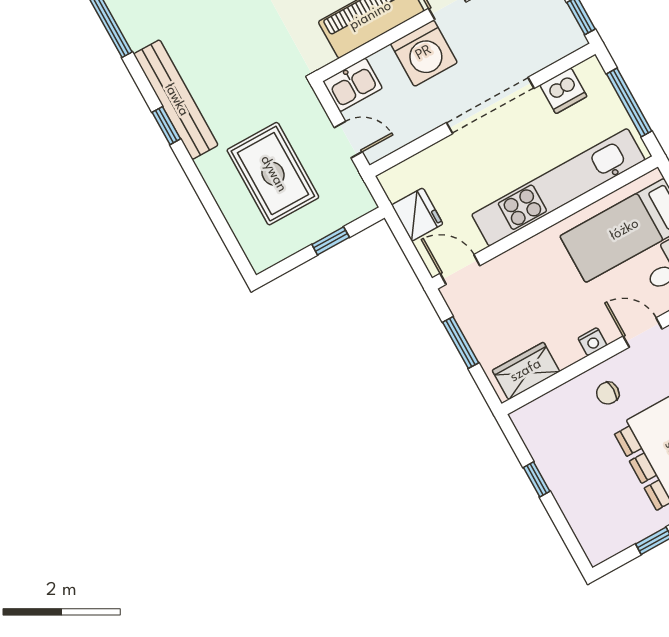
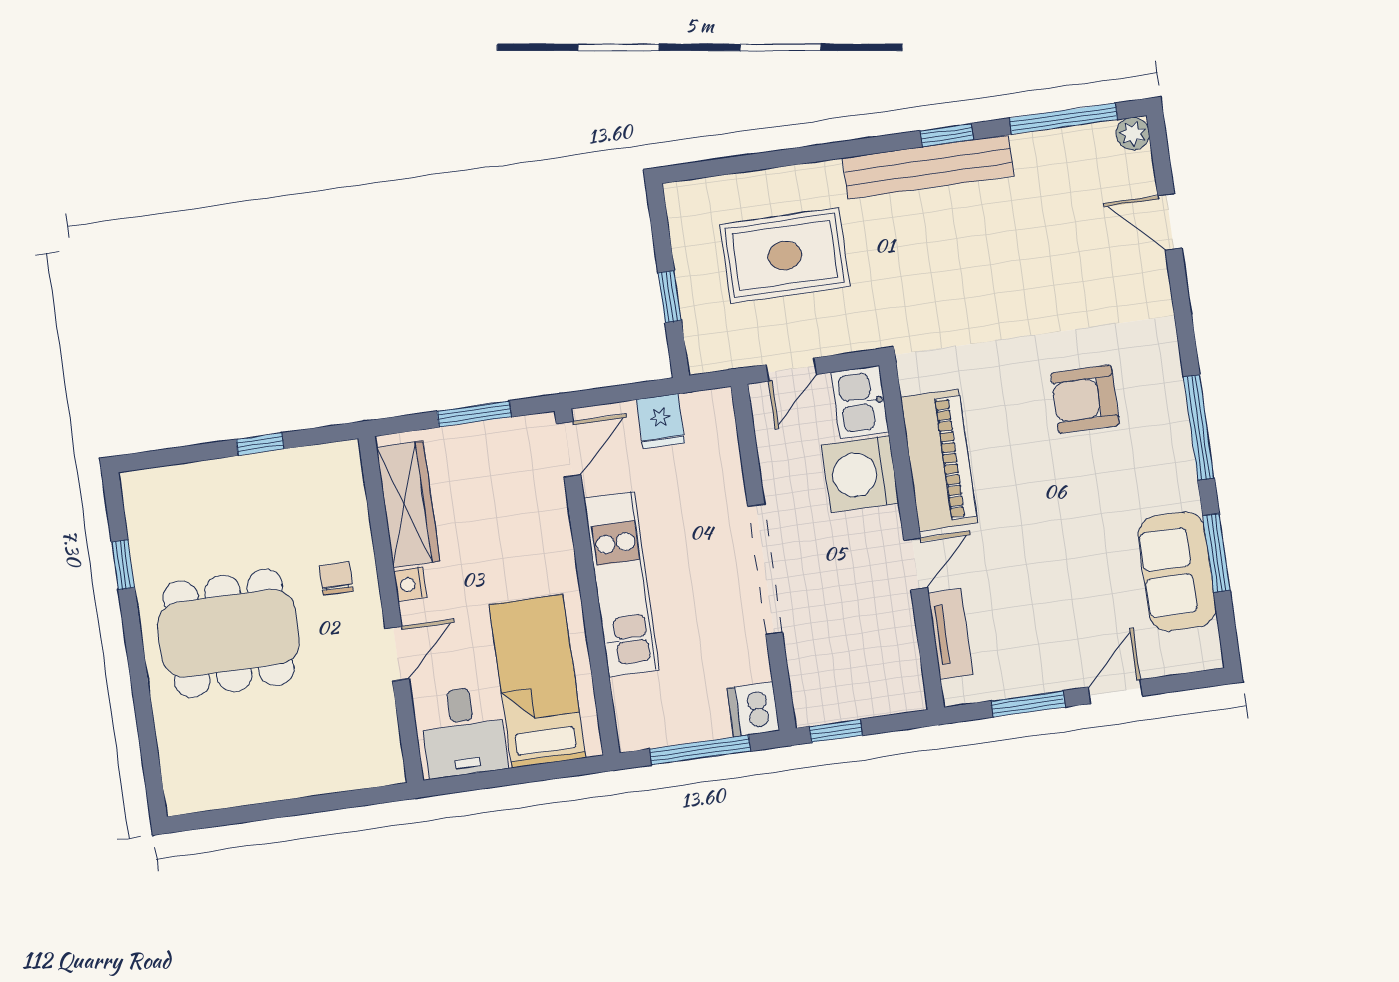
washing machine: (424, 53) -> (860, 474), moved
dishwasher: (563, 91) -> (753, 709), moved
window: (166, 126) -> (947, 135), moved
kitchen unit: (558, 187) -> (621, 584), width x0.73
fridge: (417, 215) -> (661, 421), width x0.72
wardrobe: (526, 371) -> (408, 504), width x1.50

